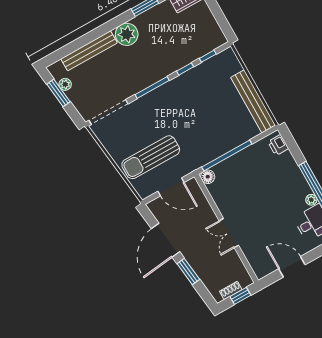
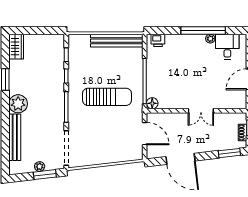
plant: (65, 84) -> (40, 167), moved
window: (58, 93) -> (45, 175), moved
sun lounger: (151, 157) -> (107, 97), moved, turned -90
door: (171, 187) -> (145, 134), hinge flipped
window: (188, 271) -> (229, 153), moved

